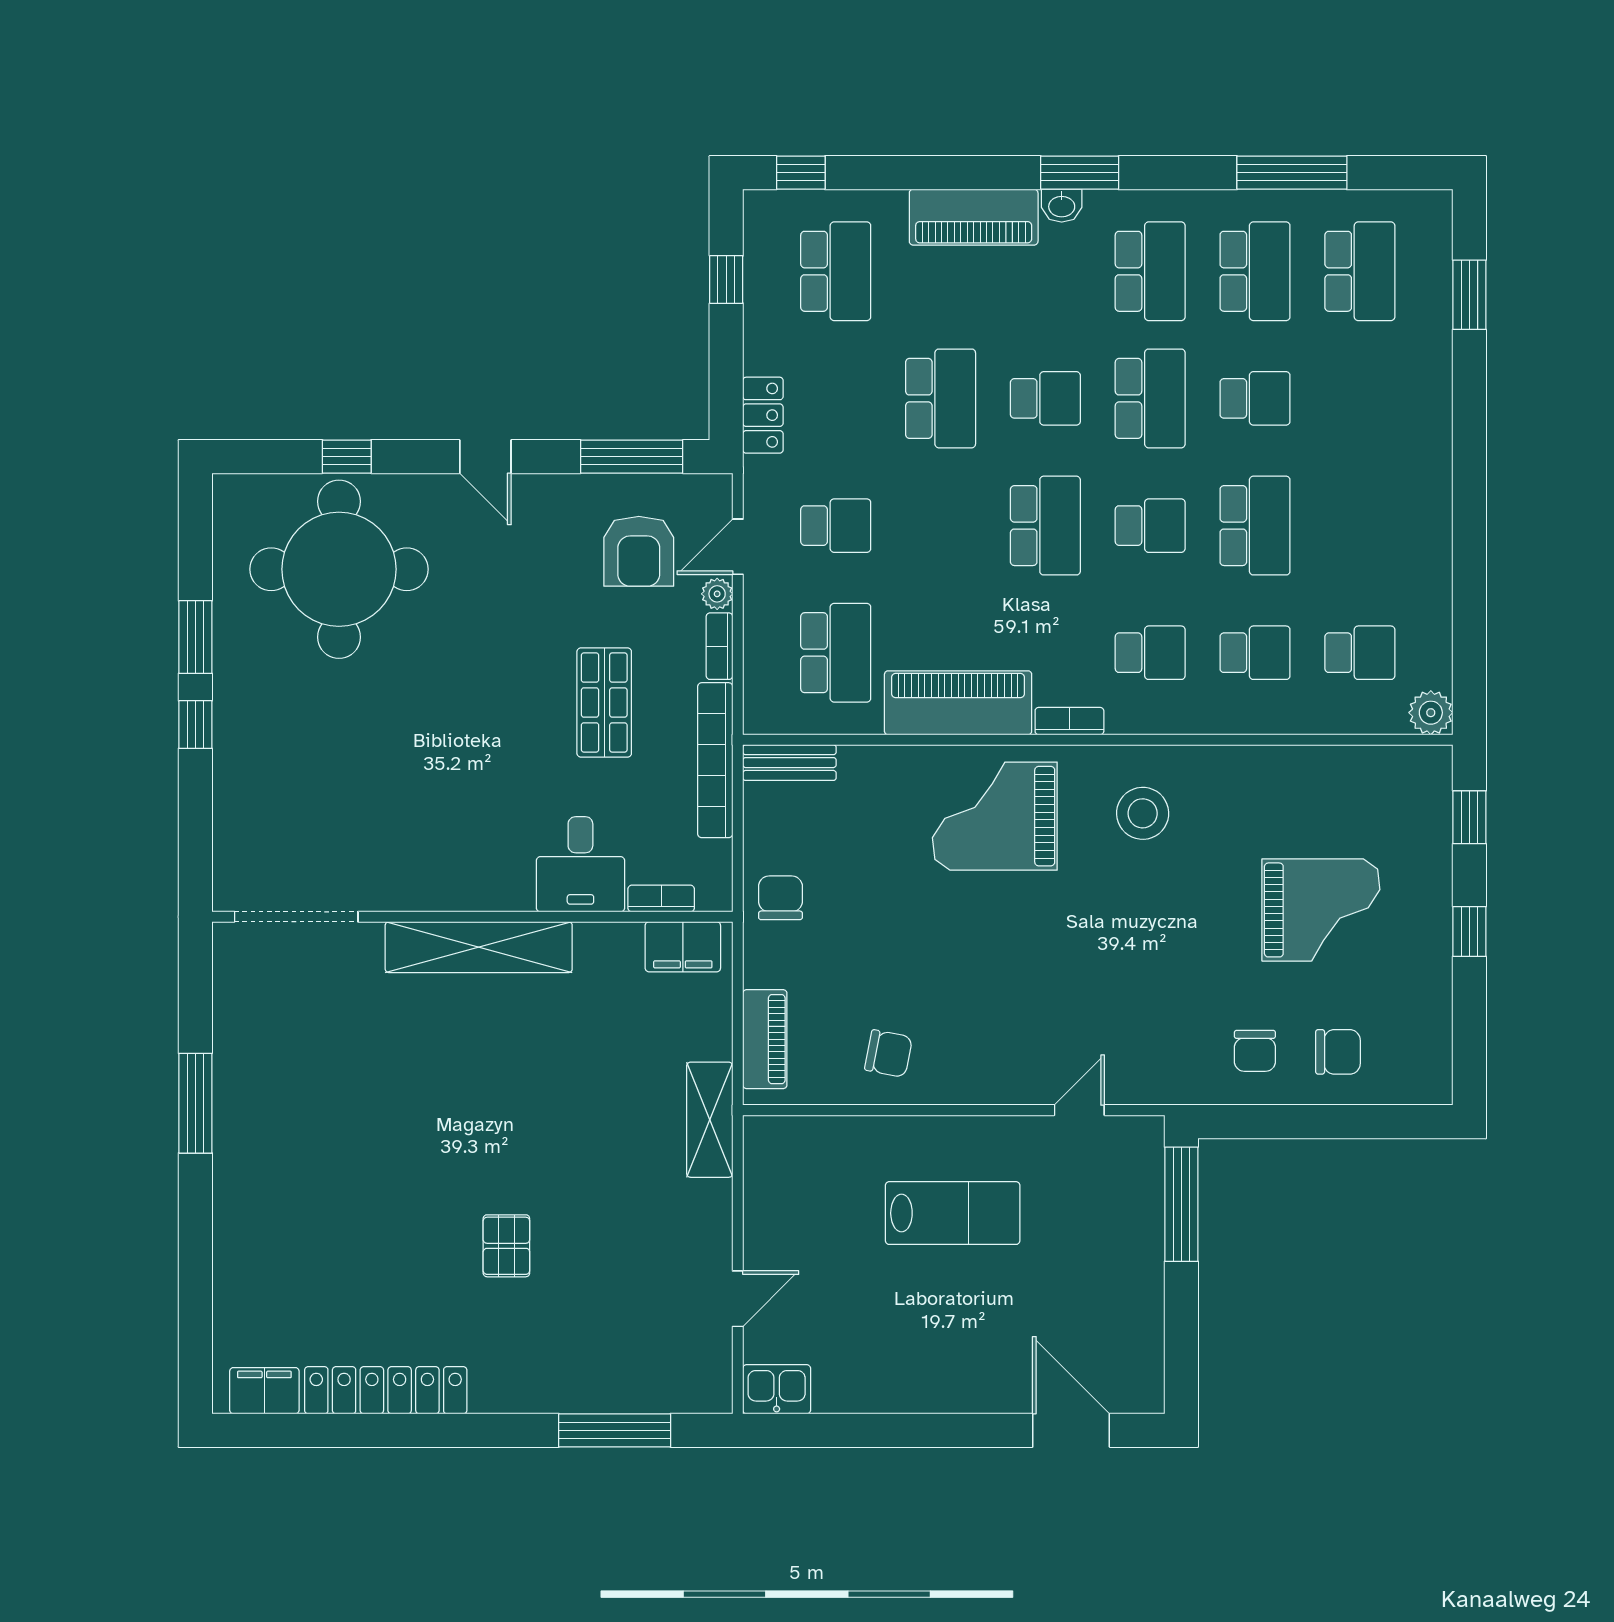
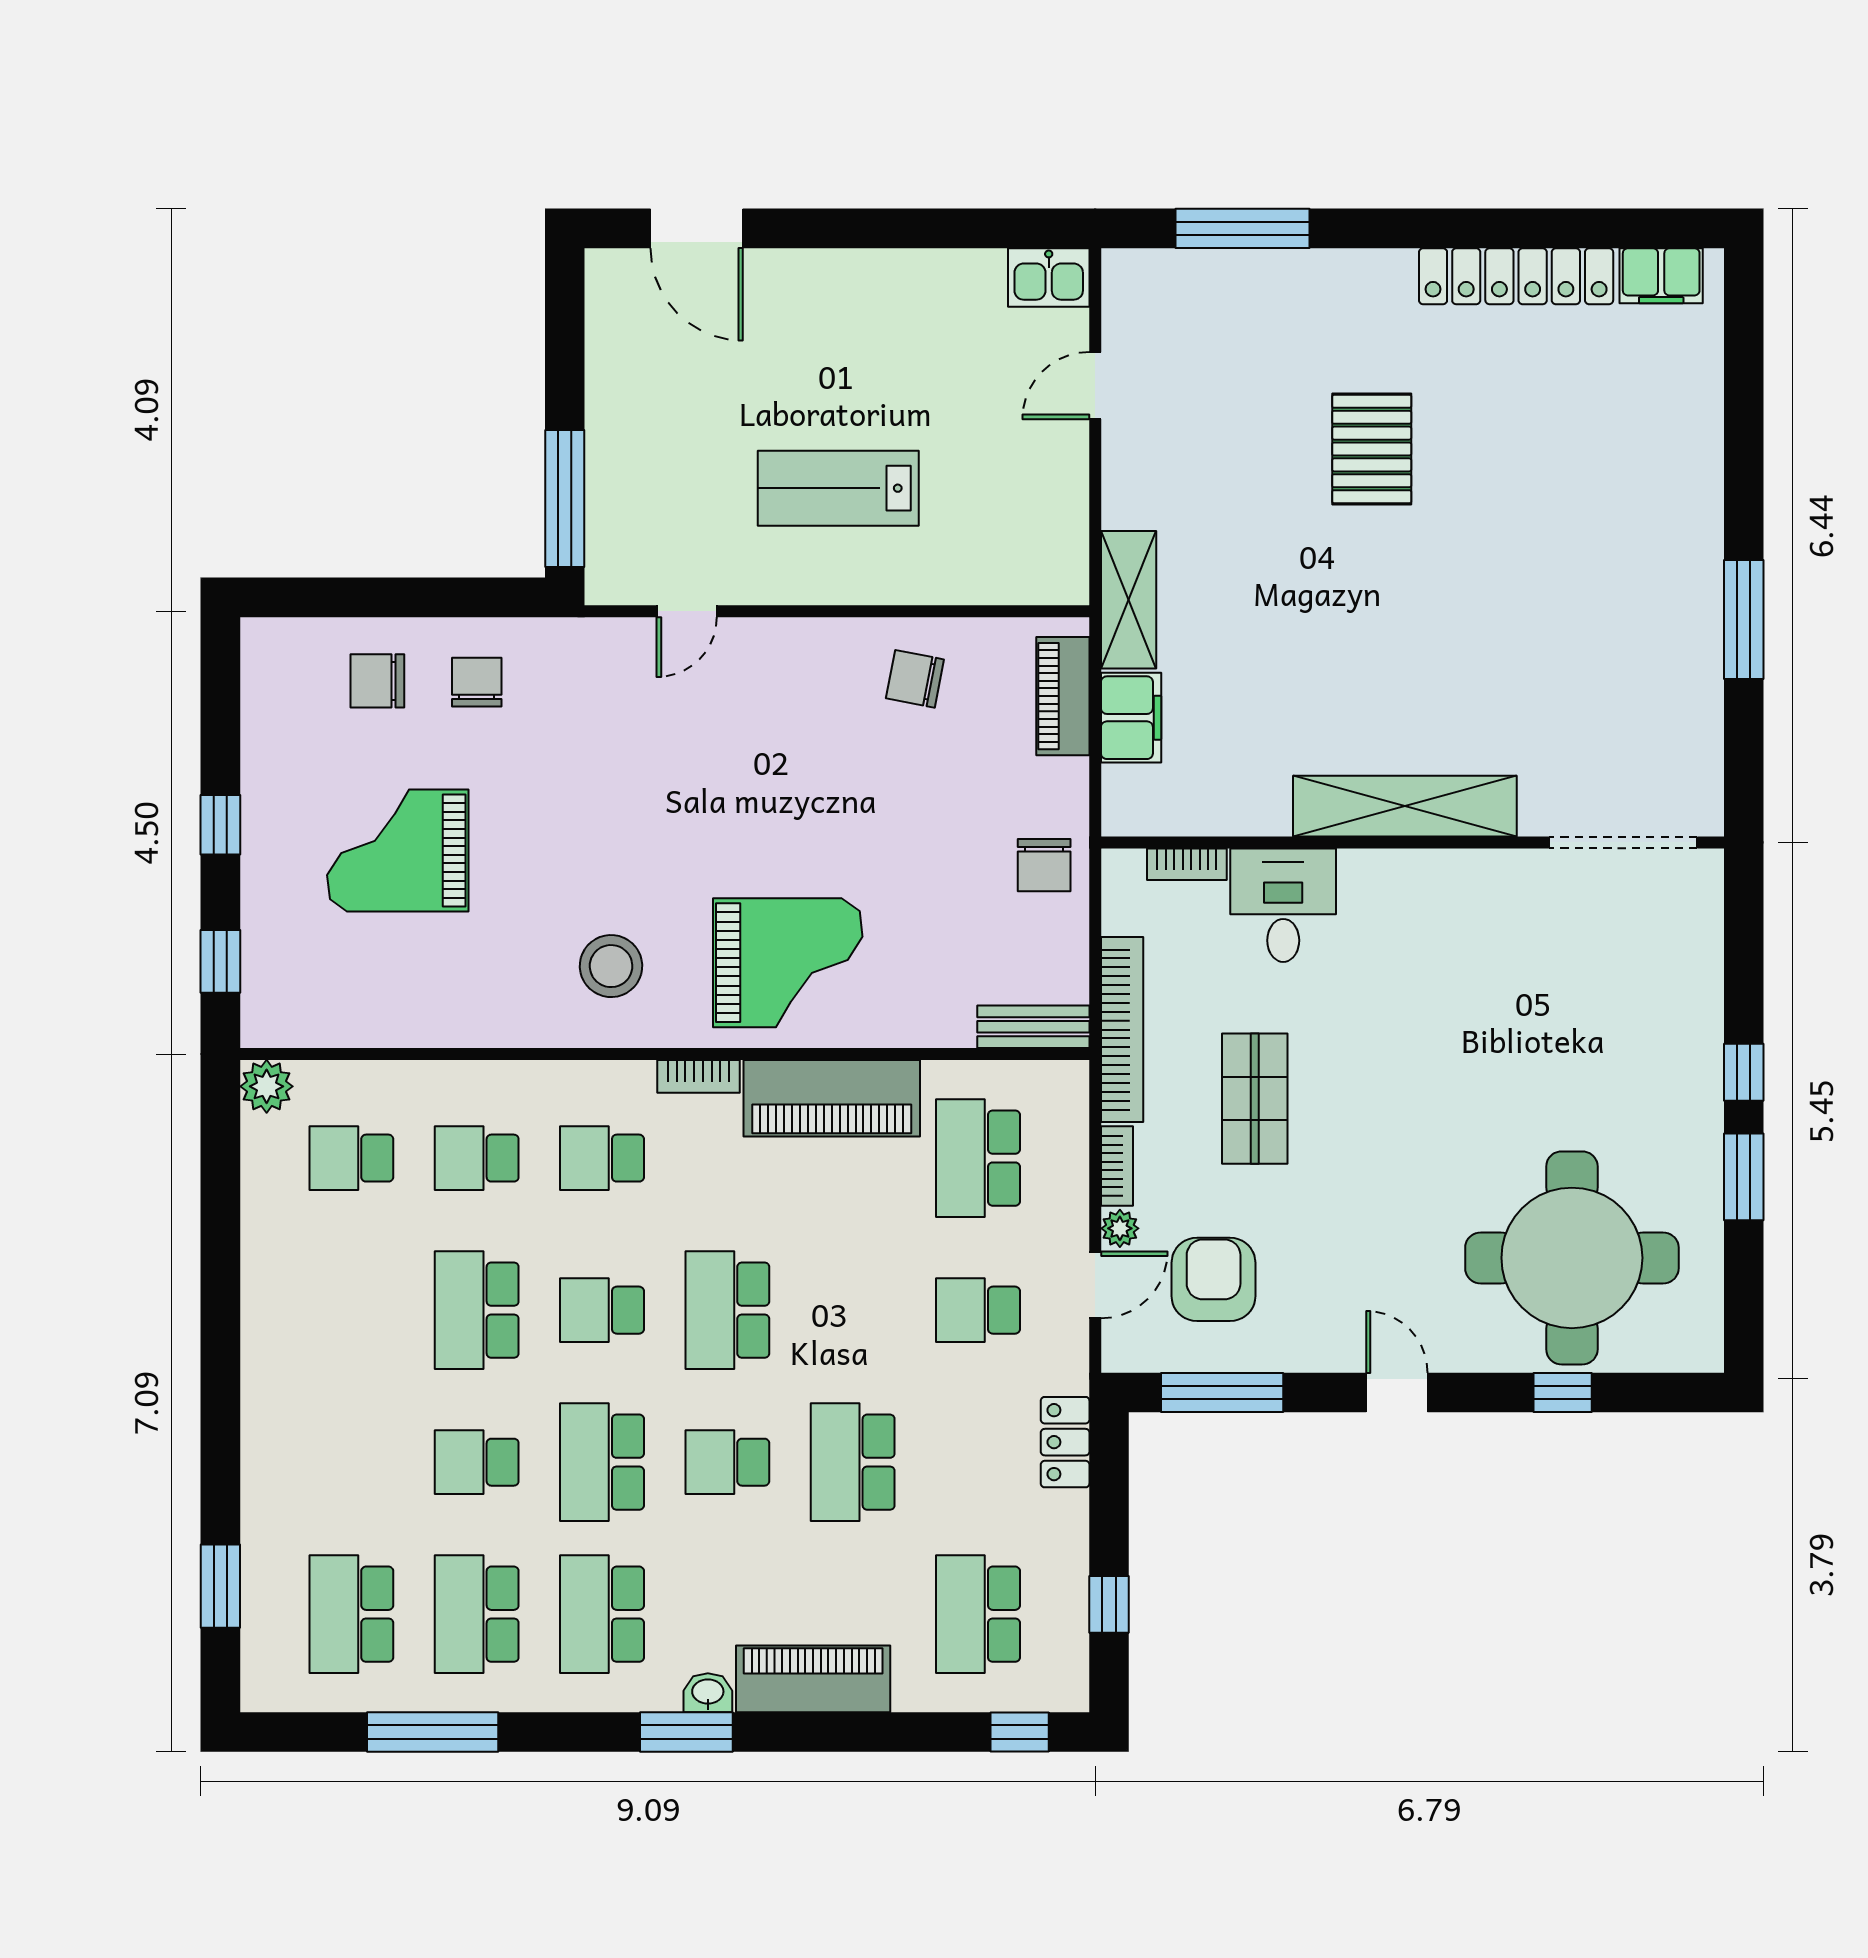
filing cabinet: (683, 947) -> (1131, 718), moved, turned 90
pallet: (506, 1246) -> (1372, 449), width x1.50, depth x1.42

